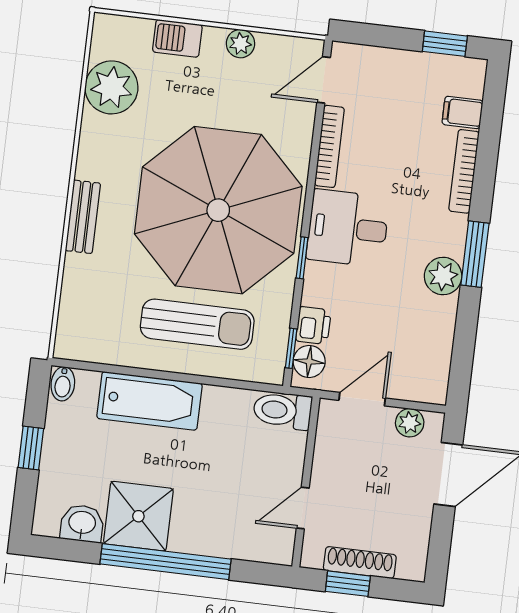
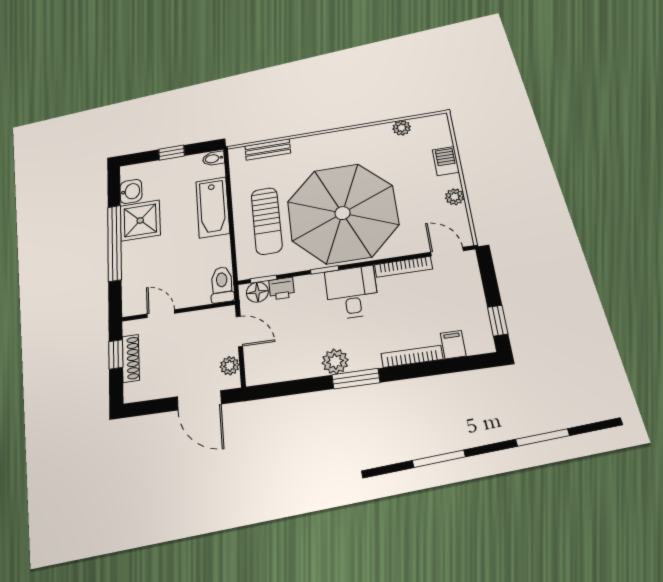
plant: (111, 87) -> (402, 128), width x0.53, depth x0.53
bench: (83, 217) -> (268, 149), moved

